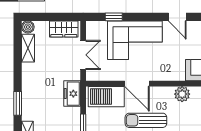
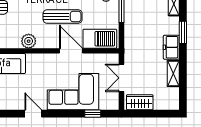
boiler: (28, 27) -> (173, 104), removed
shelving: (28, 48) -> (173, 73), moved
freezer: (72, 94) -> (171, 47), moved, turned 180

